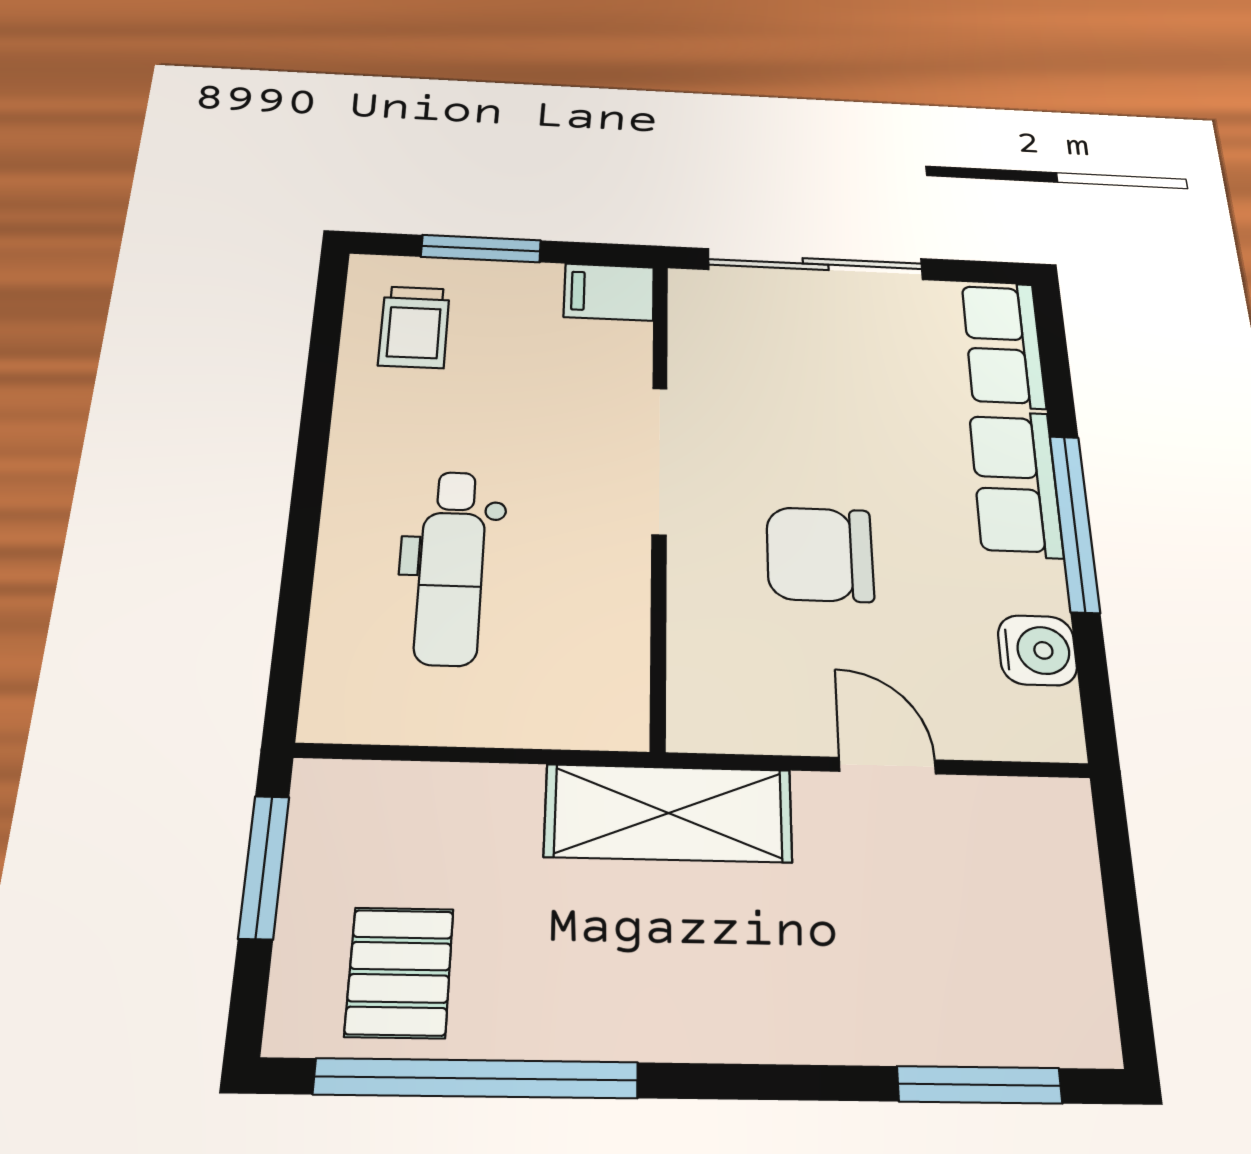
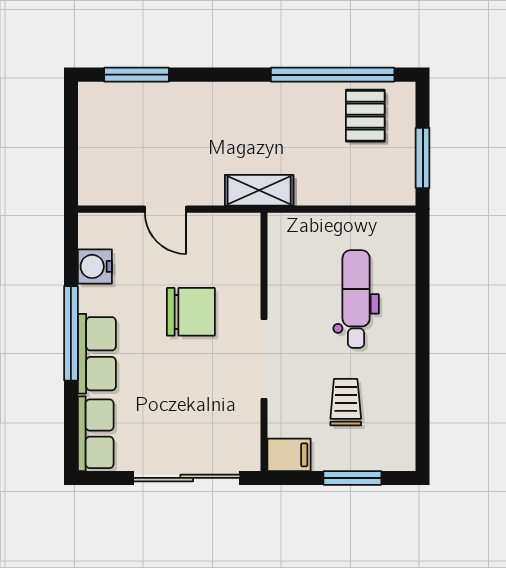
trolley: (414, 327) -> (346, 402), moved
shelving: (669, 813) -> (259, 190), width x0.67, depth x0.75

